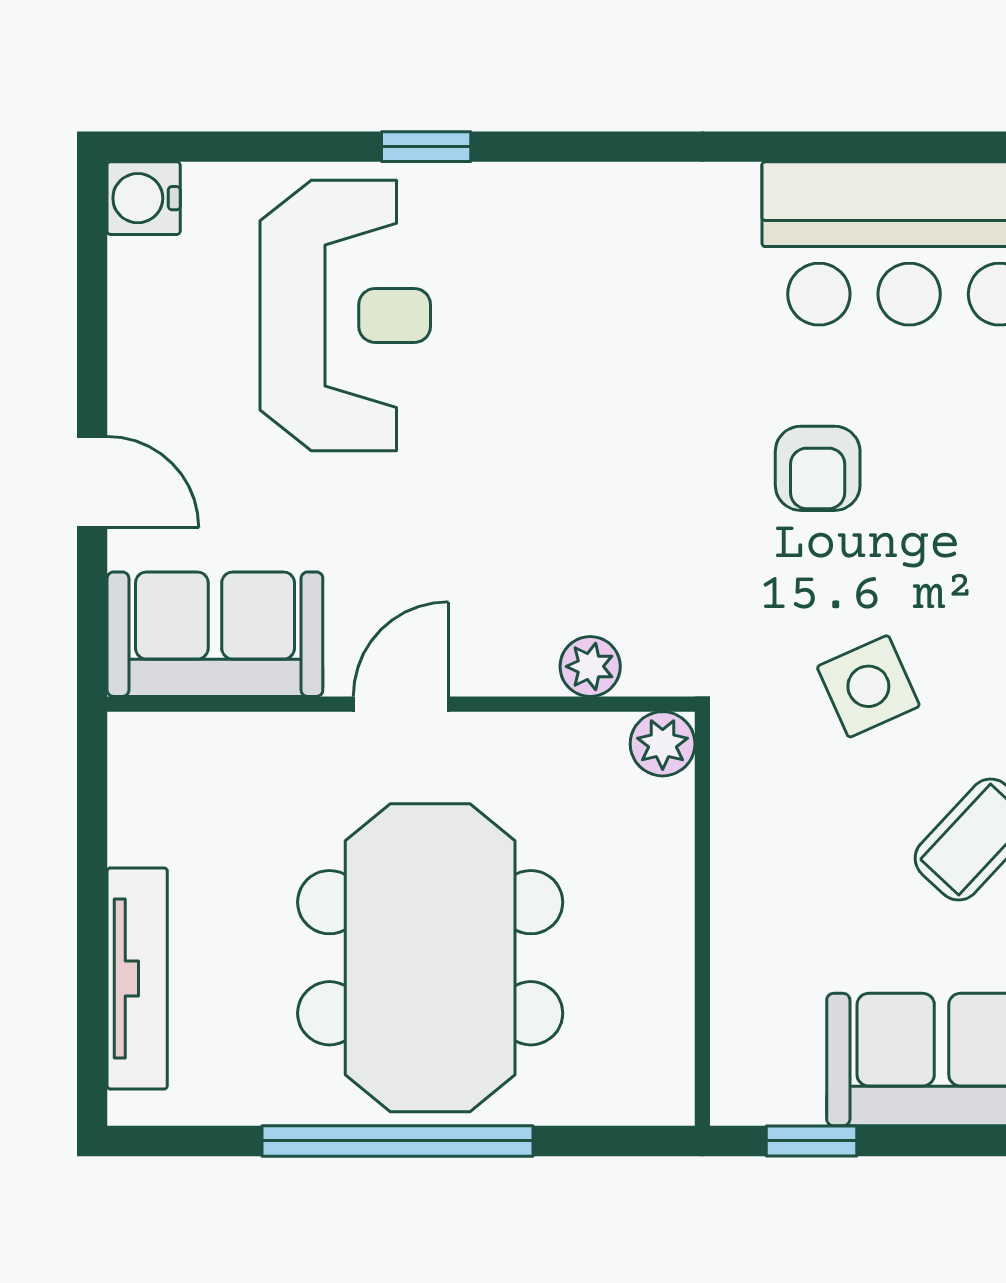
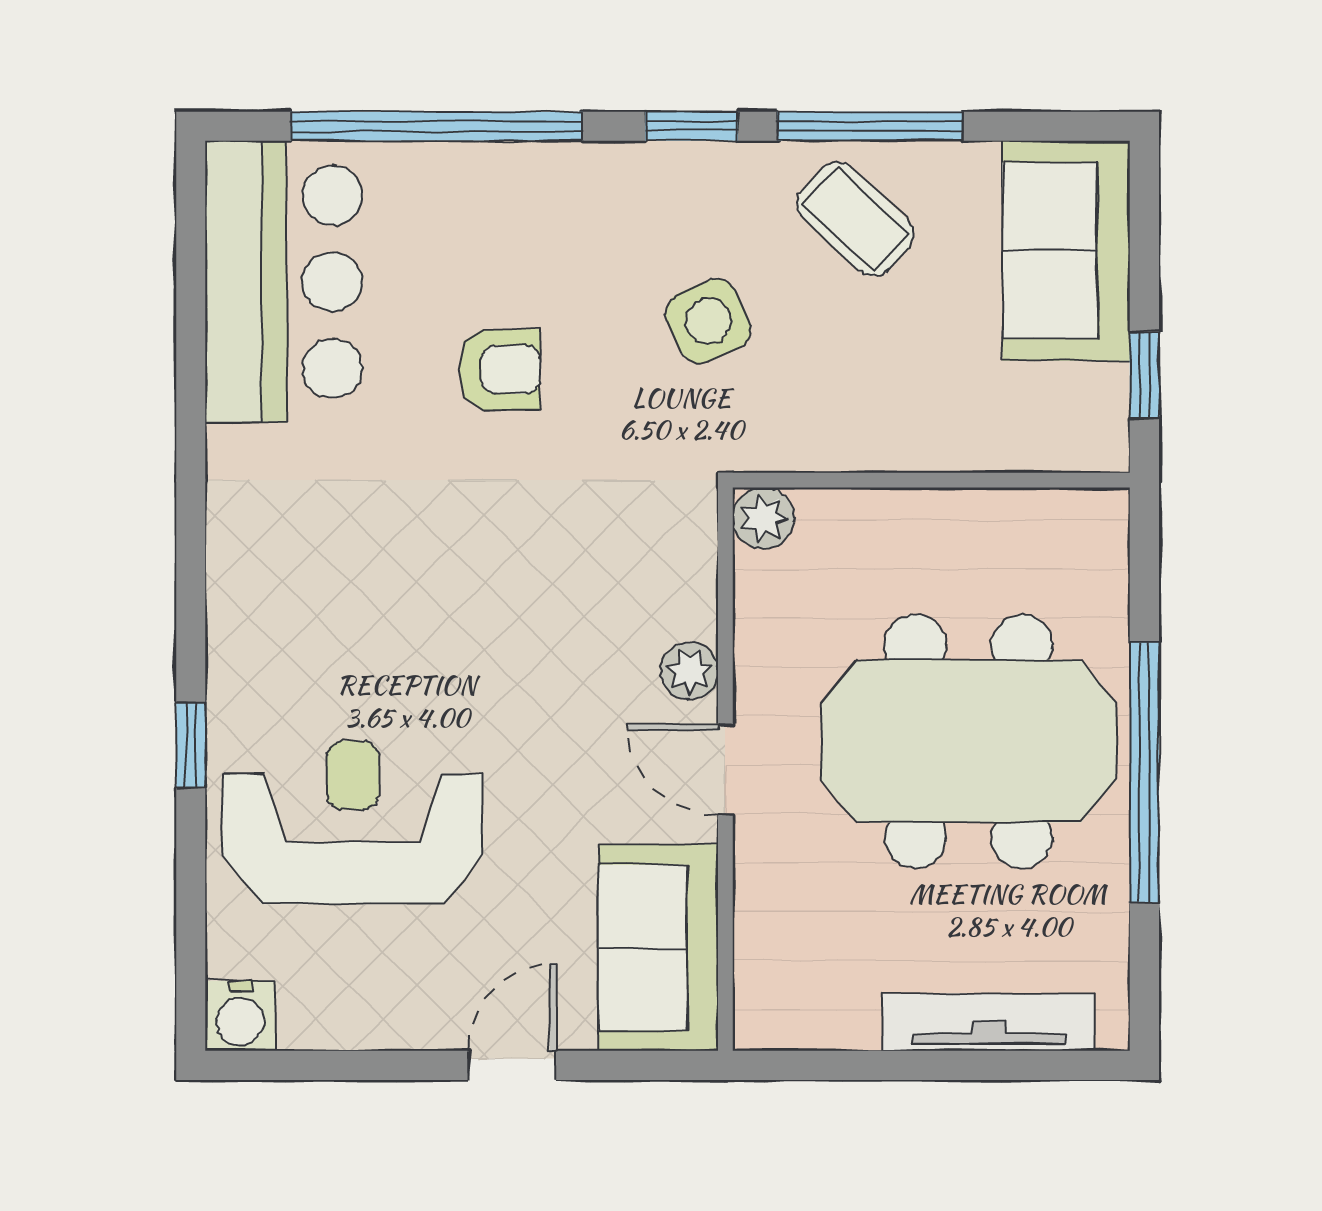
plant: (590, 666) -> (689, 671), moved

